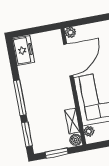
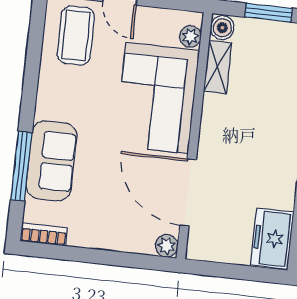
door: (68, 60) -> (188, 192), hinge flipped

